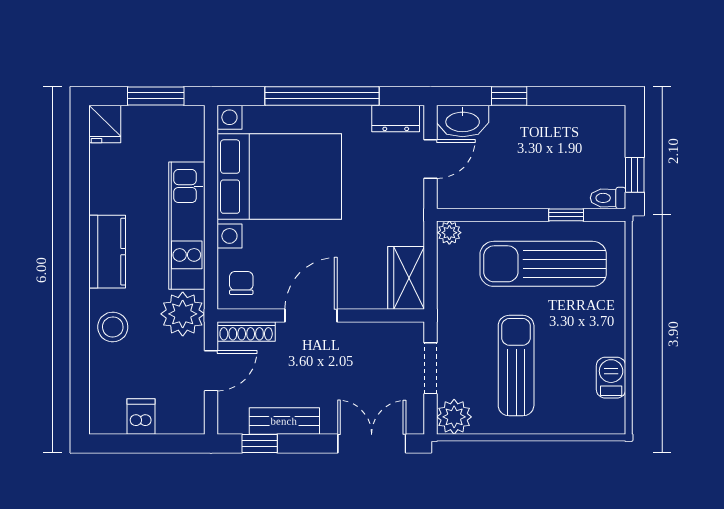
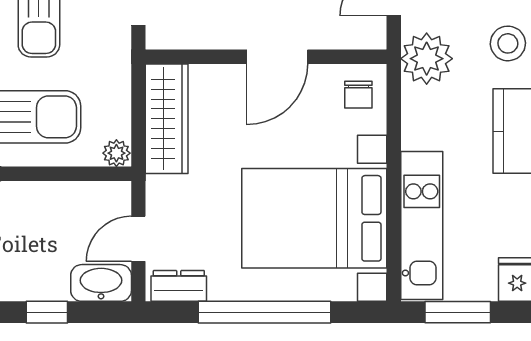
kitchen unit: (187, 226) -> (422, 226), moved
wardrobe: (406, 278) -> (167, 119), width x1.50
shoe rack: (246, 331) -> (353, 38), removed

